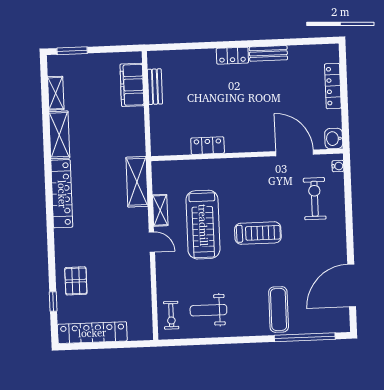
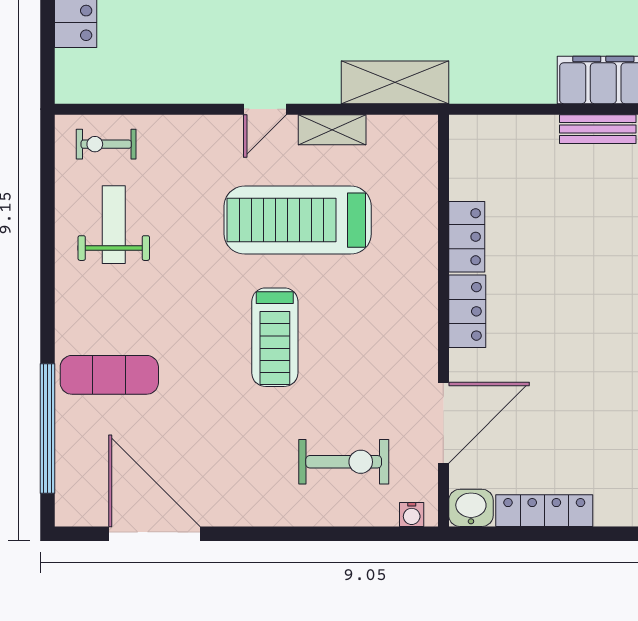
locker: (333, 86) -> (544, 511), moved
locker: (242, 144) -> (467, 311), added

